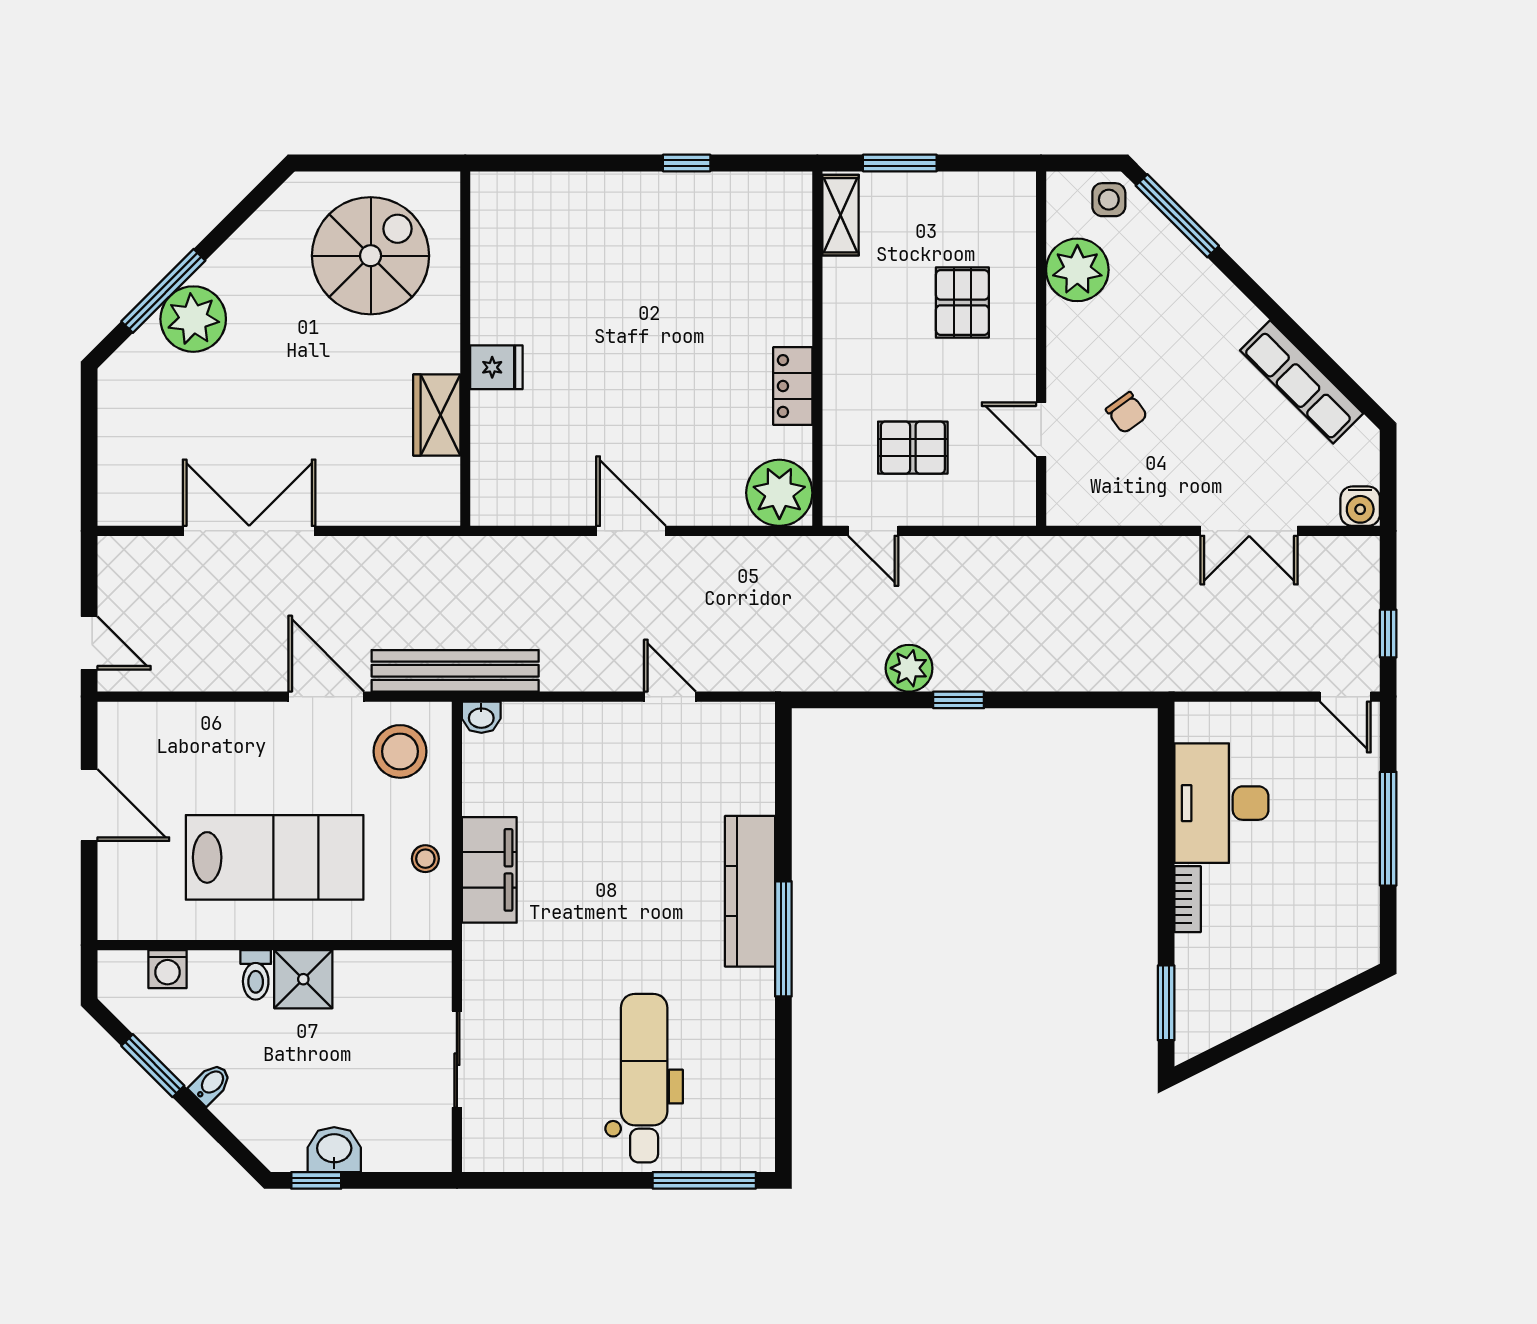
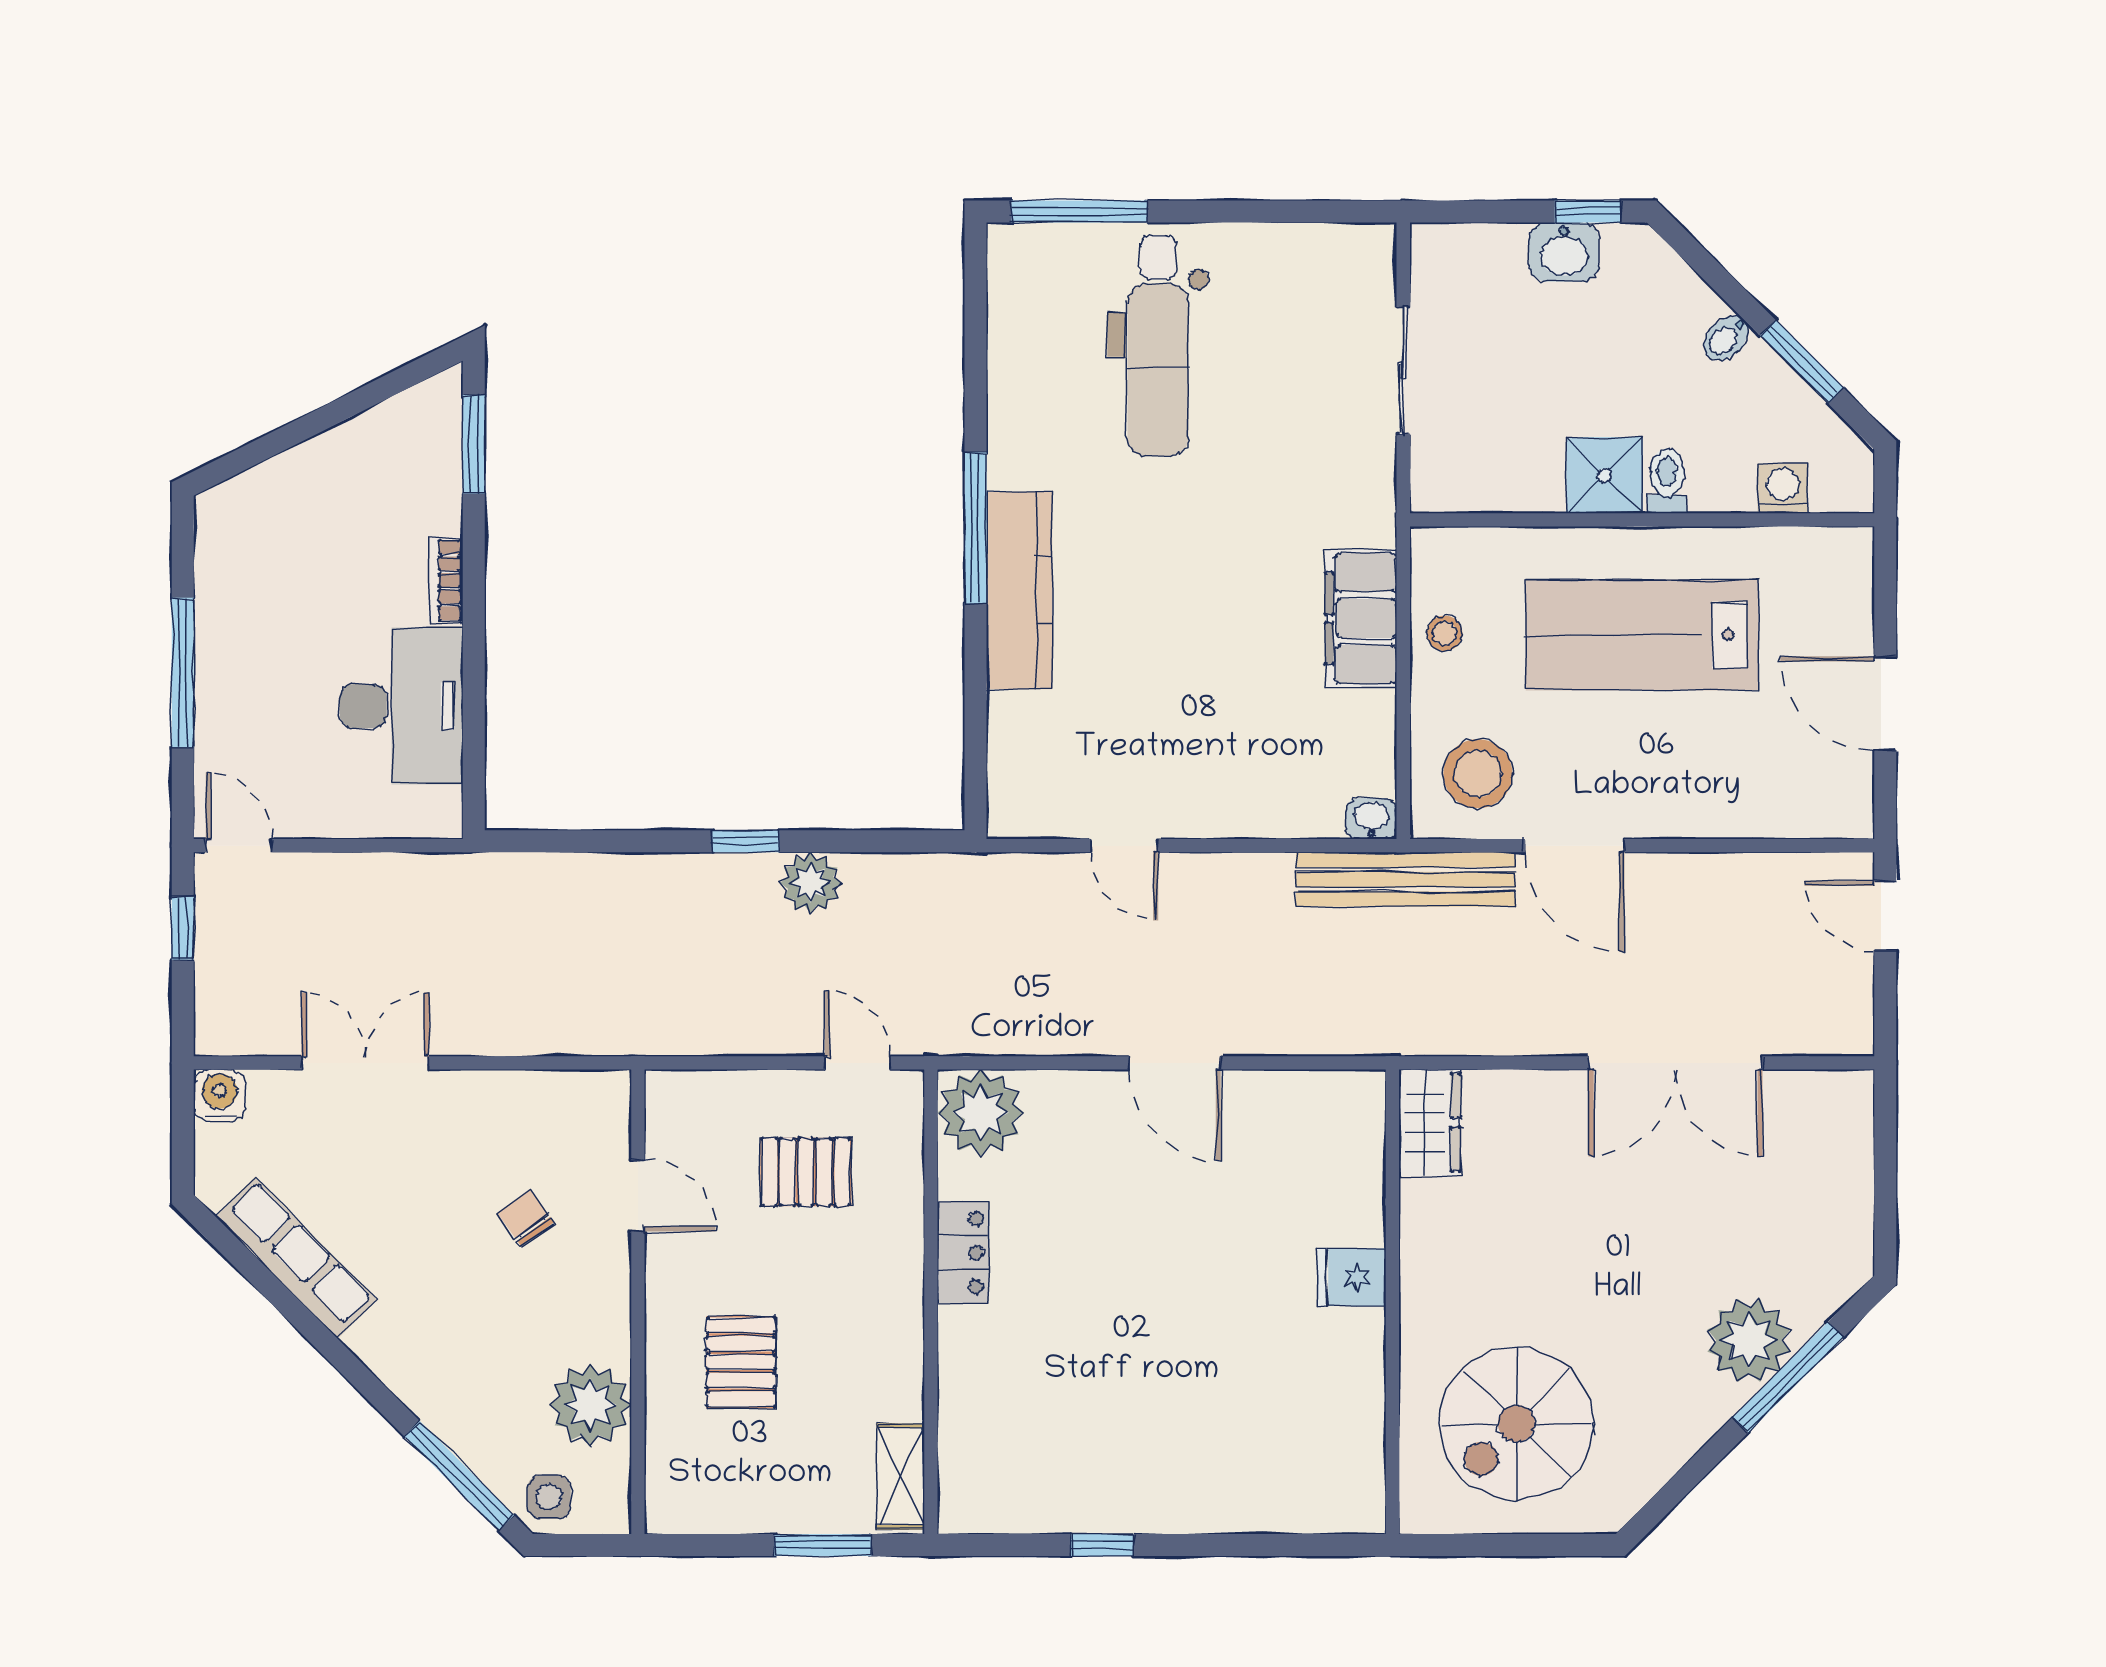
wardrobe: (437, 415) -> (1430, 1123), moved

